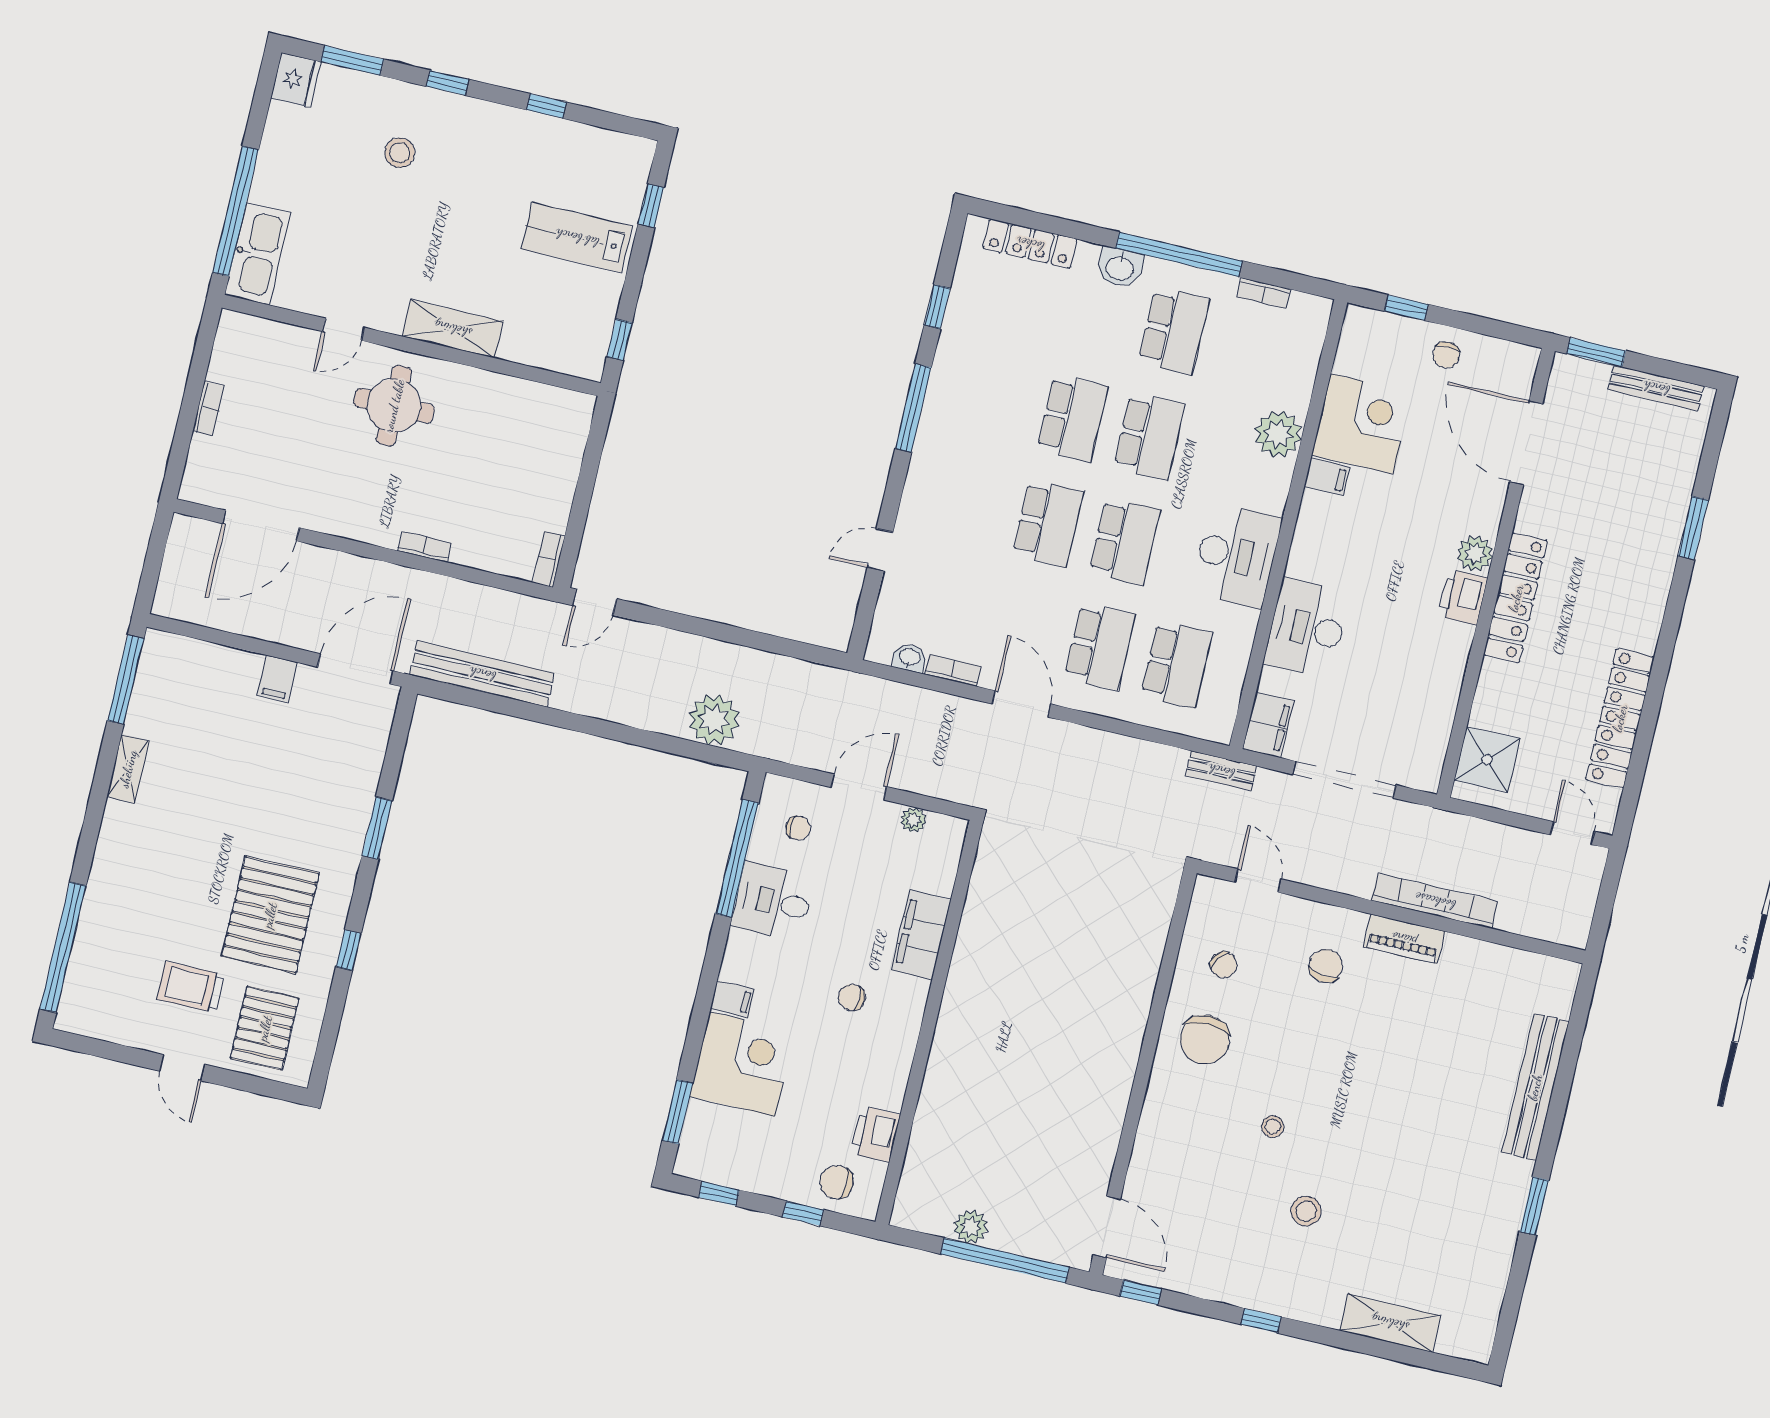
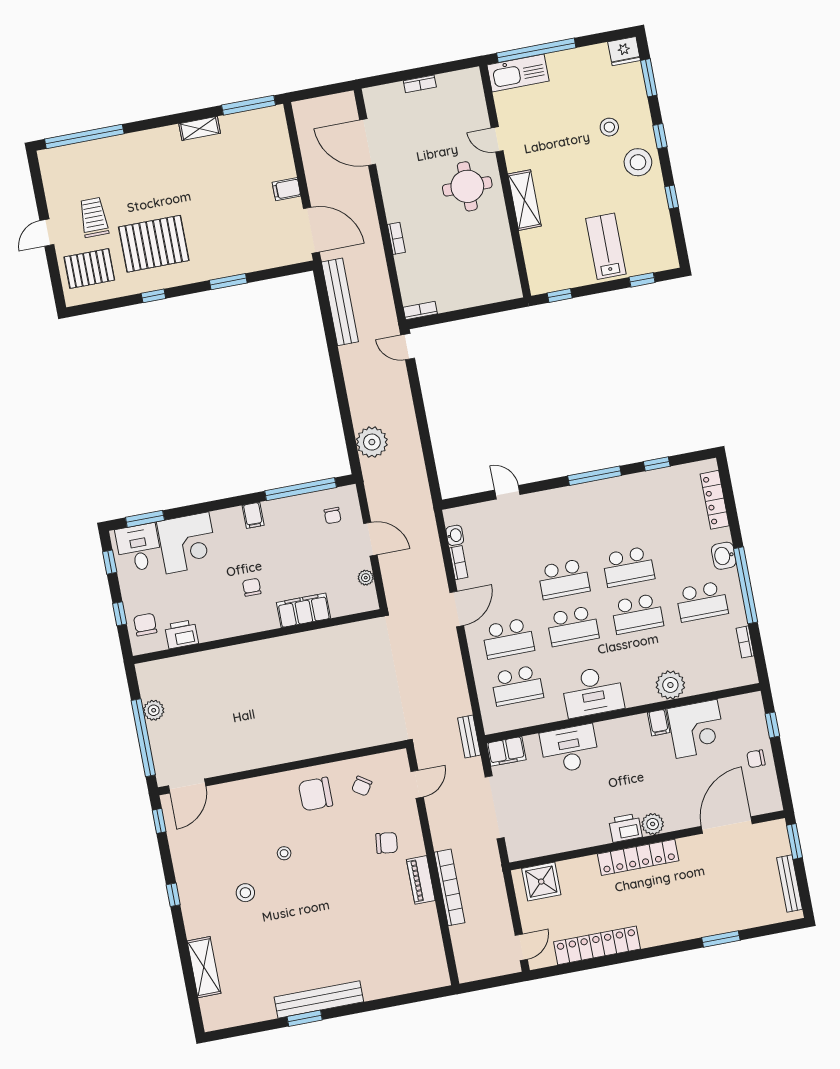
stool: (472, 133) -> (638, 162), added
desk: (773, 901) -> (139, 548), moved
filing cabinet: (732, 999) -> (253, 515), moved
bench: (1535, 1087) -> (319, 999), moved

